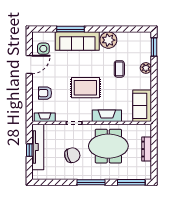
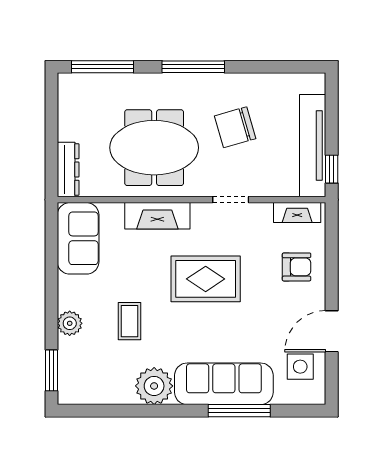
dresser: (147, 149) -> (68, 169), moved
window: (29, 150) -> (332, 169), moved

